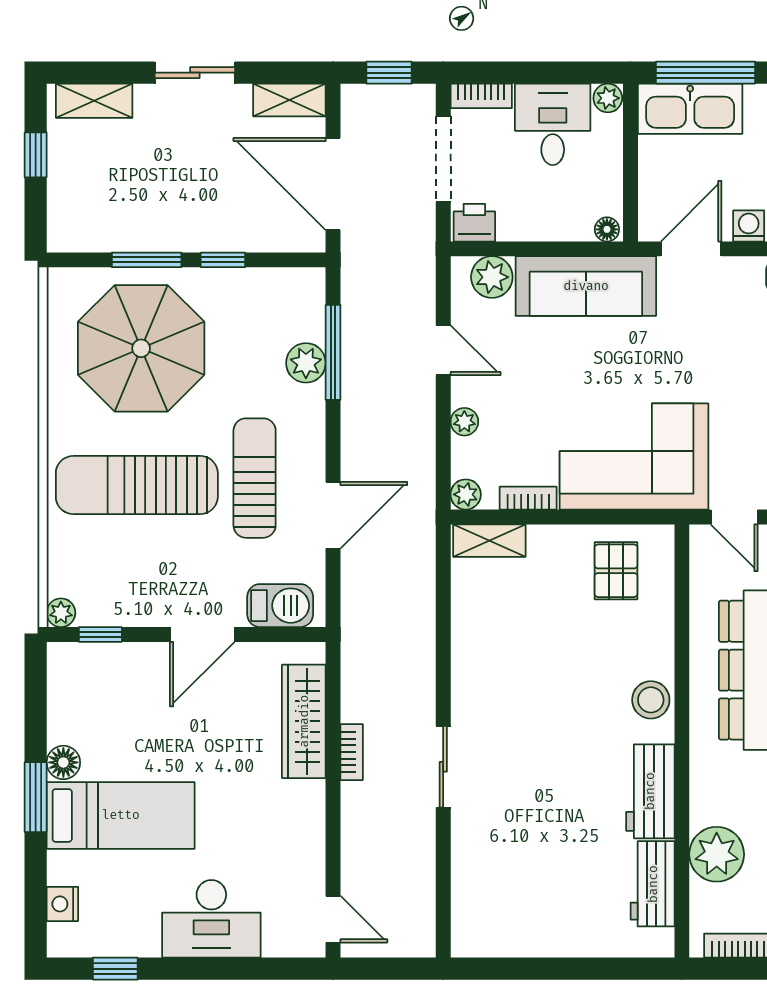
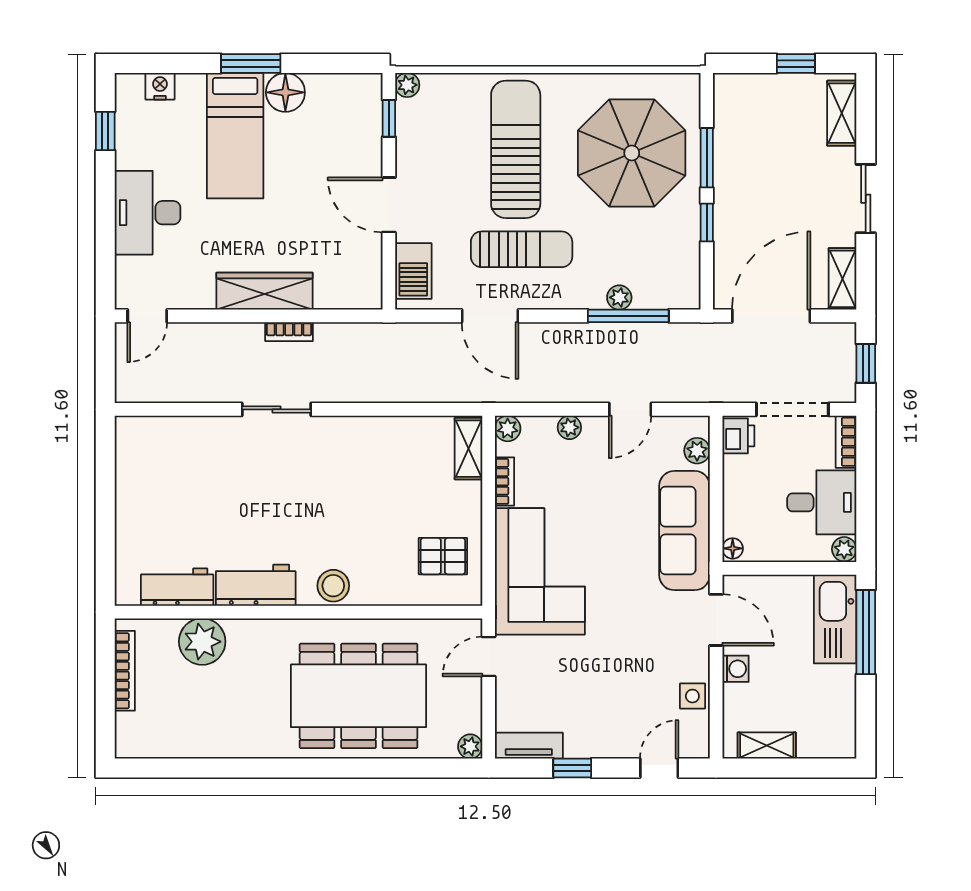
plant: (492, 277) -> (697, 451), width x0.73, depth x0.73
plant: (306, 363) -> (619, 297), width x0.73, depth x0.73
wardrobe: (304, 721) -> (264, 291), moved
floor lamp: (63, 762) -> (285, 92), width x1.38, depth x1.38

